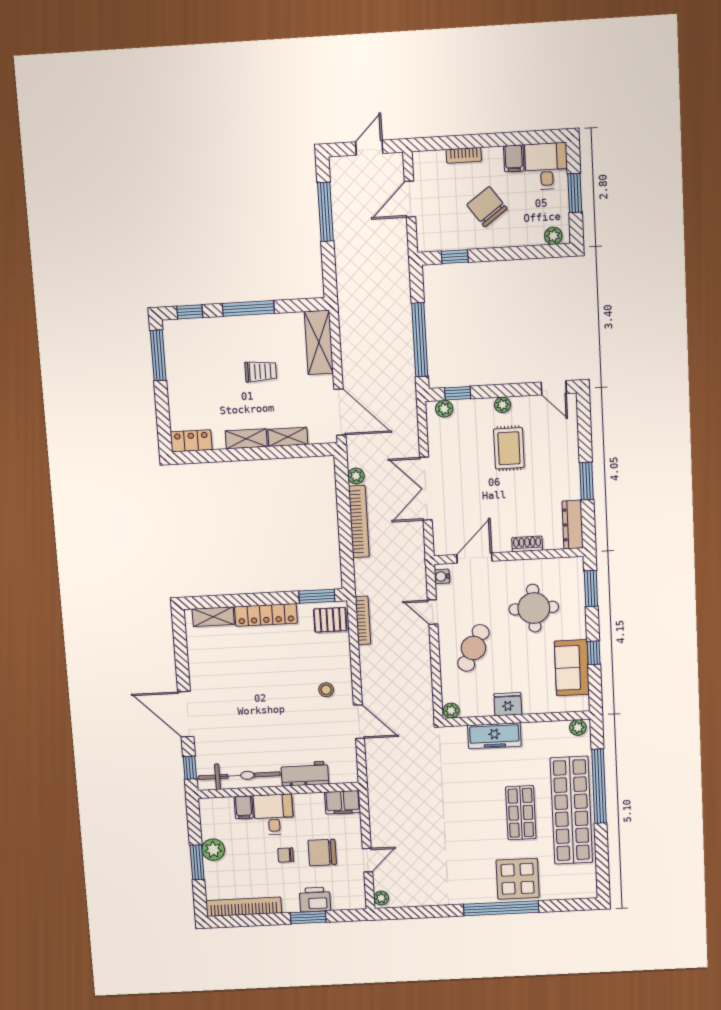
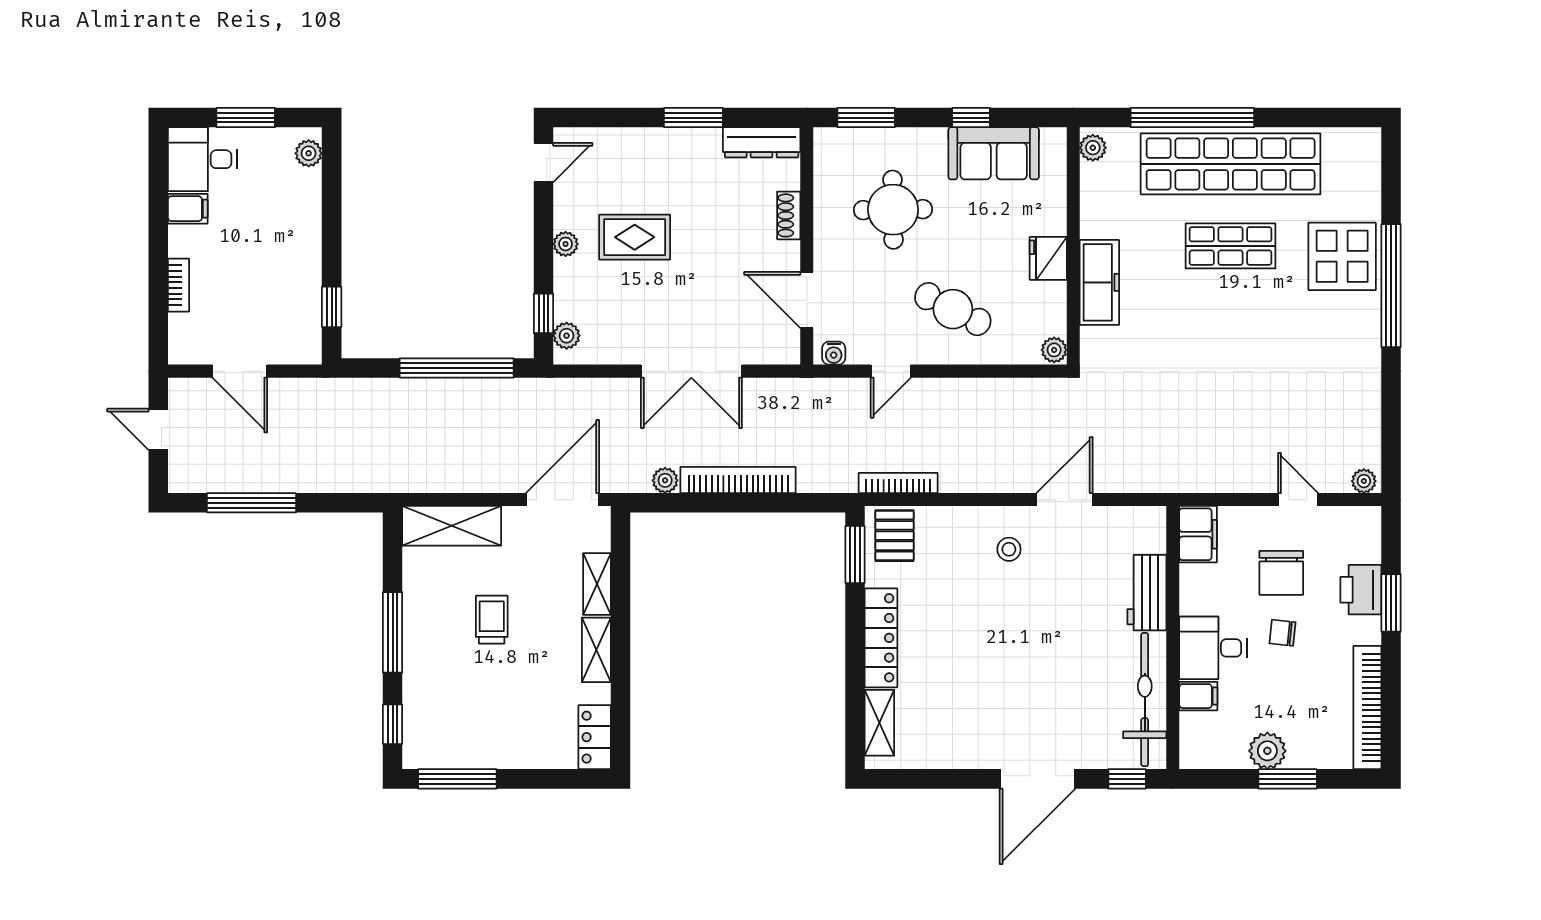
chair: (487, 207) -> (258, 253), removed
chair: (286, 855) -> (1283, 633), turned 96

